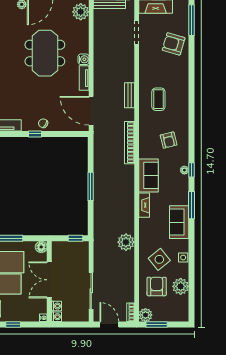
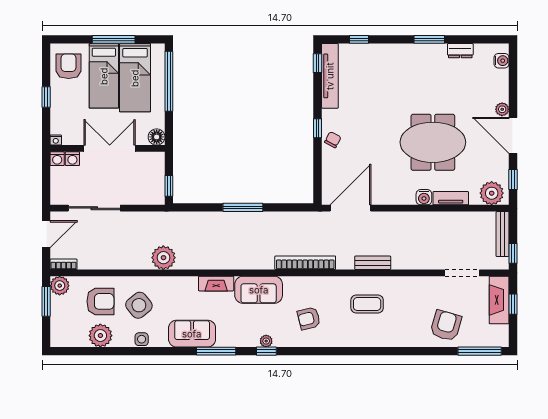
tv unit: (84, 78) -> (451, 198), moved

